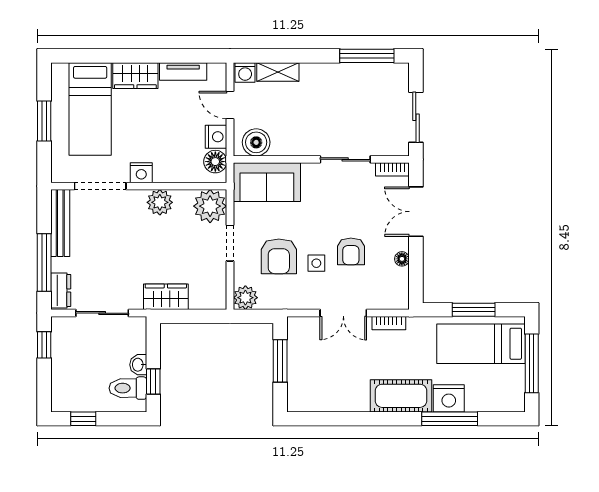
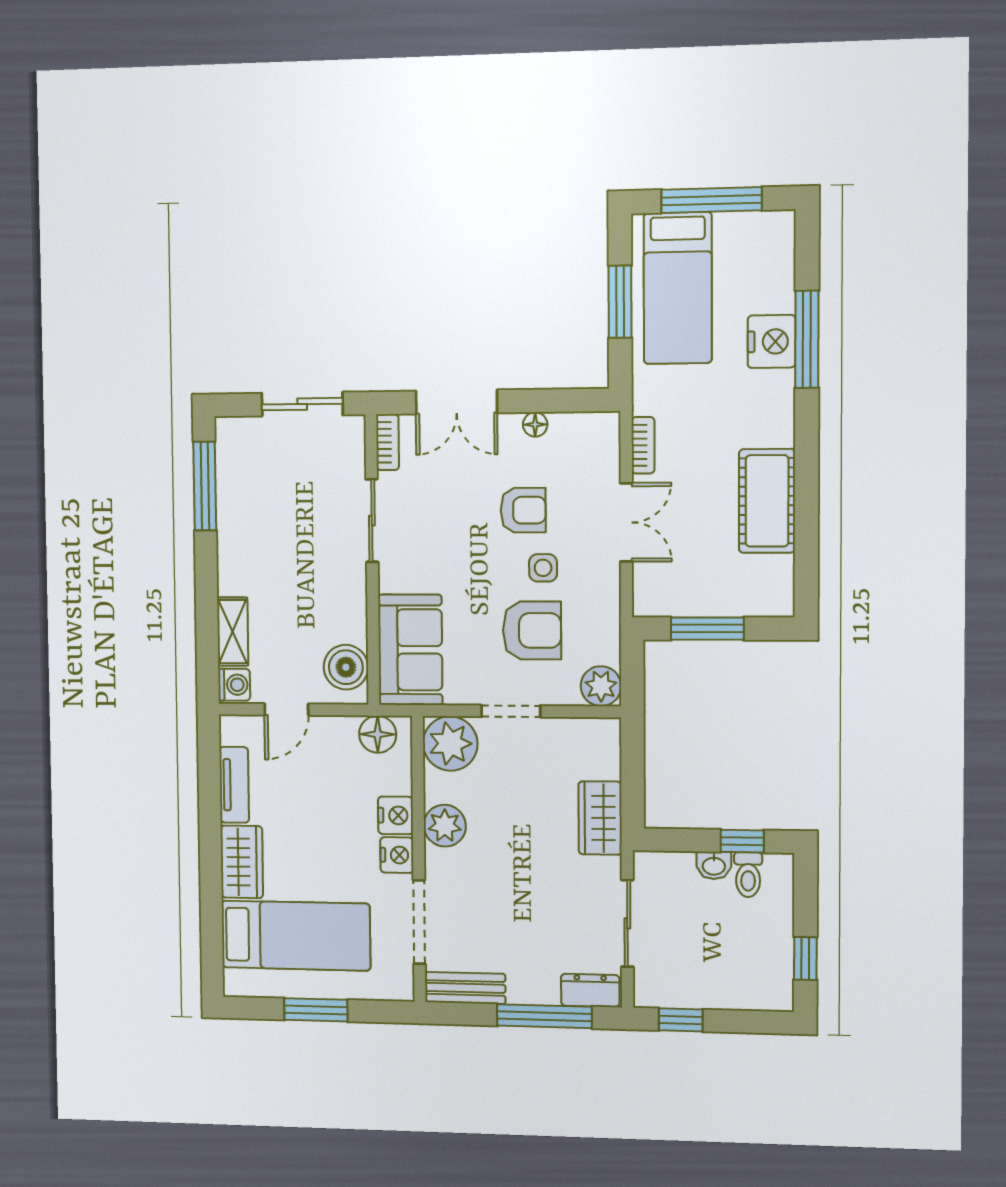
nightstand: (216, 137) -> (396, 815), moved, turned 90
bench: (60, 223) -> (465, 988), width x0.73
toilet: (128, 388) -> (748, 875), width x0.73, depth x0.72
cot: (401, 396) -> (767, 501), moved

